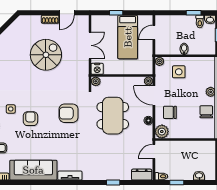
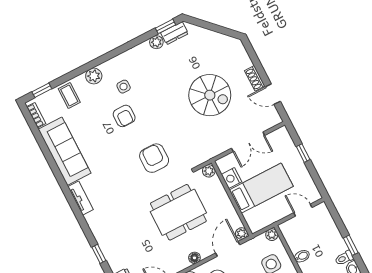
bed: (128, 37) -> (261, 188), moved, turned 180
nightstand: (97, 69) -> (231, 178), moved
armchair: (30, 119) -> (124, 116), turned 90

